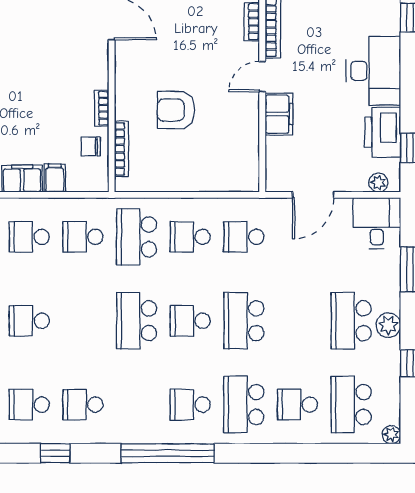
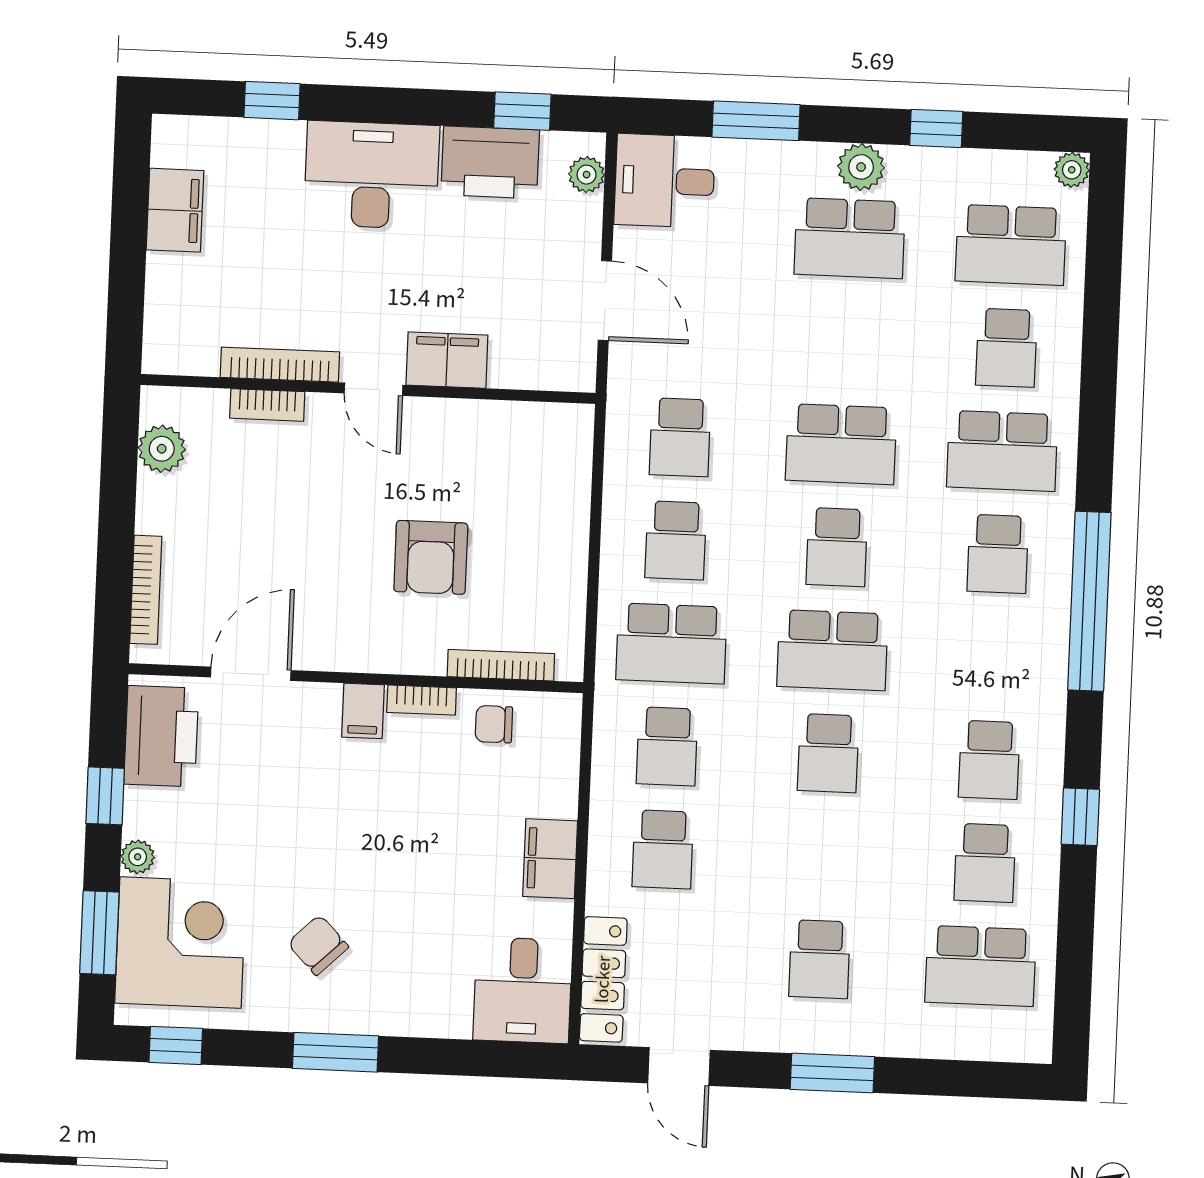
chair: (91, 146) -> (494, 724), turned 90
filing cabinet: (55, 178) -> (363, 711), moved, turned -90
school desk: (29, 321) -> (828, 753), moved

